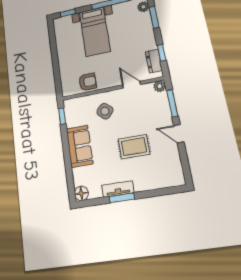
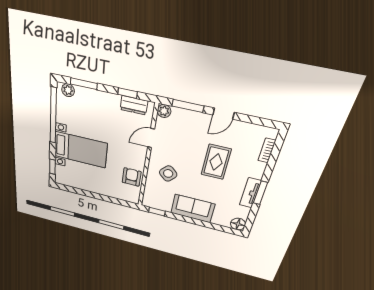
bookcase: (163, 184) -> (267, 151), added

